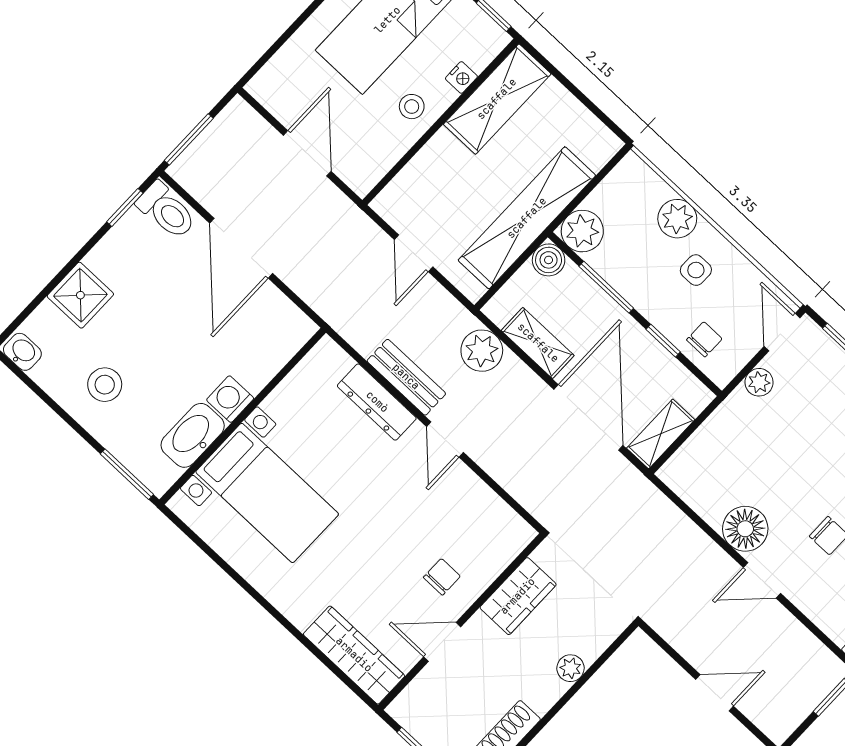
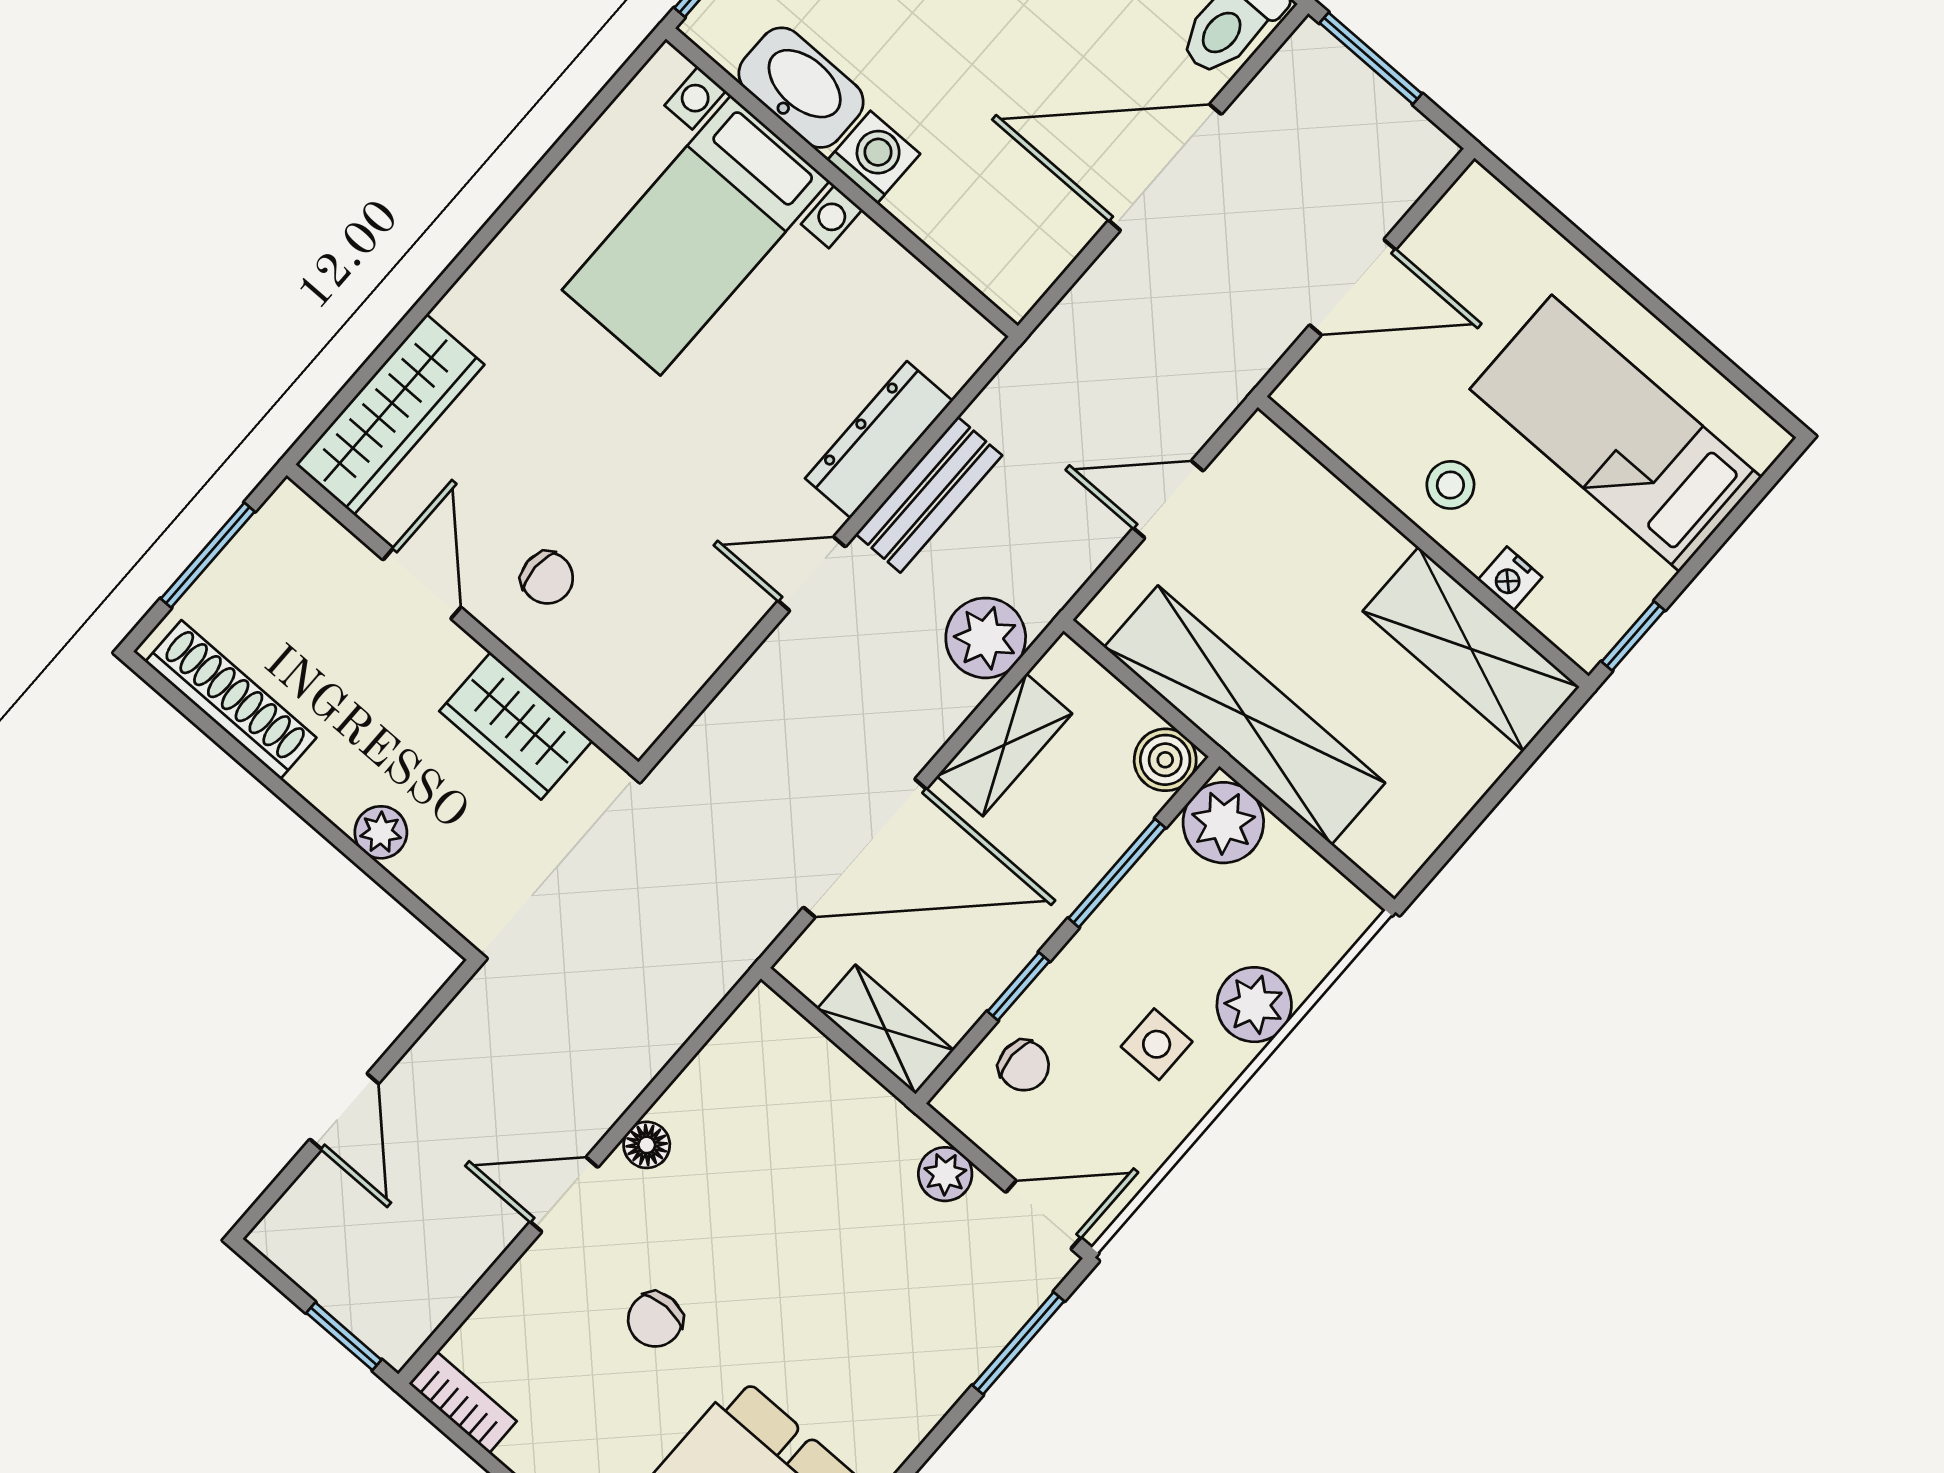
shelving: (661, 434) -> (885, 1029), moved
floor lamp: (745, 529) -> (647, 1145), width x0.53, depth x0.53
door: (762, 580) -> (564, 1194), hinge flipped

